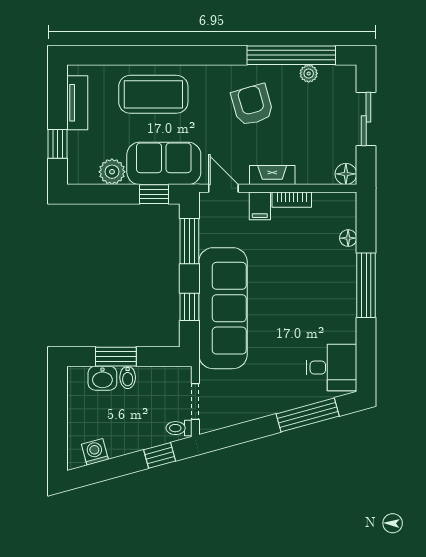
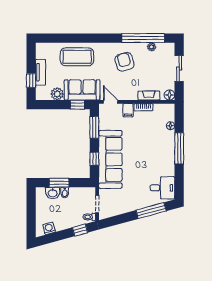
tv unit: (77, 103) -> (41, 72), moved
fireplace: (272, 175) -> (149, 96), moved

